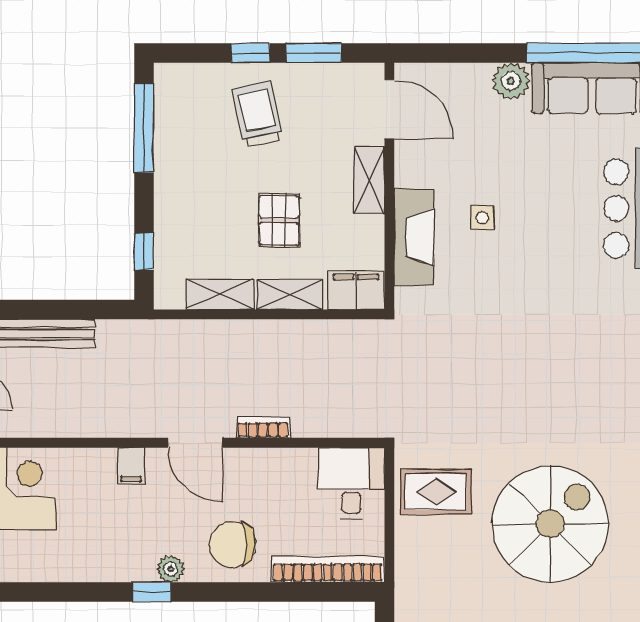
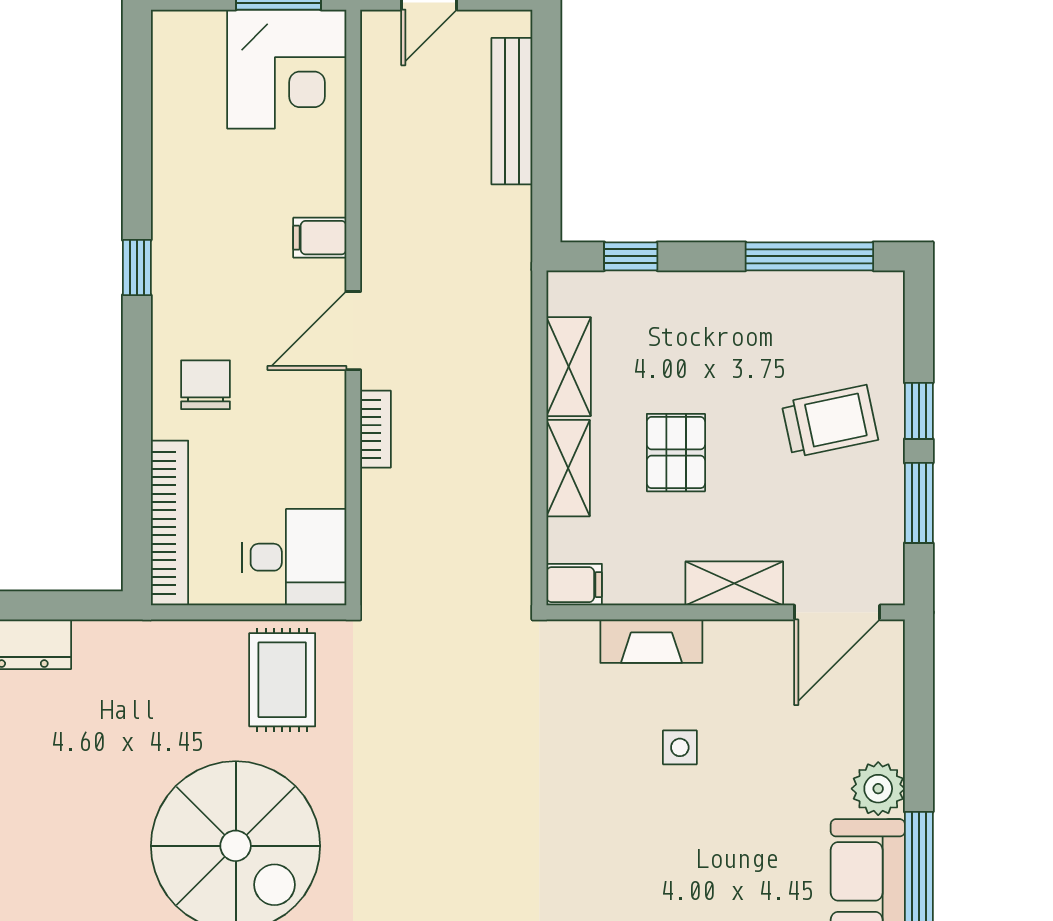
pallet: (279, 220) -> (676, 453), turned 90
fireplace: (414, 237) -> (651, 641), width x0.73, depth x0.76
filing cabinet: (356, 290) -> (574, 585), width x0.50
chair: (232, 545) -> (206, 385), width x0.73, depth x0.73
plant: (171, 569) -> (170, 295), removed

